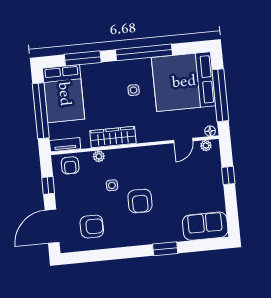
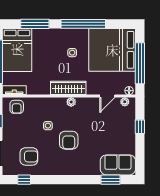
wardrobe: (113, 137) -> (68, 88), moved
plant: (99, 156) -> (71, 102), moved
window: (165, 249) -> (110, 180), moved
window: (89, 256) -> (24, 180), added

